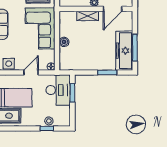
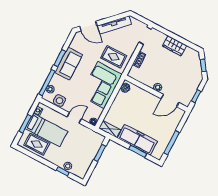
shelving: (88, 16) -> (110, 129), moved
boiler: (64, 42) -> (125, 88), moved
freezer: (124, 51) -> (137, 140), moved, turned 90
desk: (58, 90) -> (89, 144), removed

